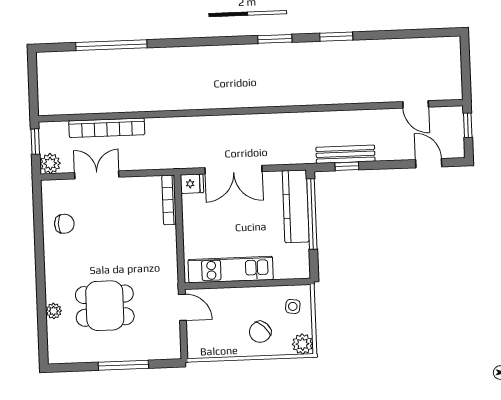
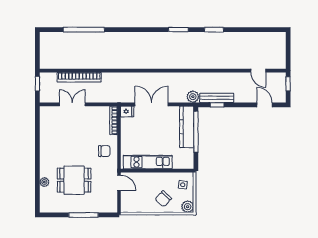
plant: (50, 163) -> (193, 97), moved
double door: (233, 170) -> (152, 104), swing flipped
chair: (64, 224) -> (104, 151), moved

